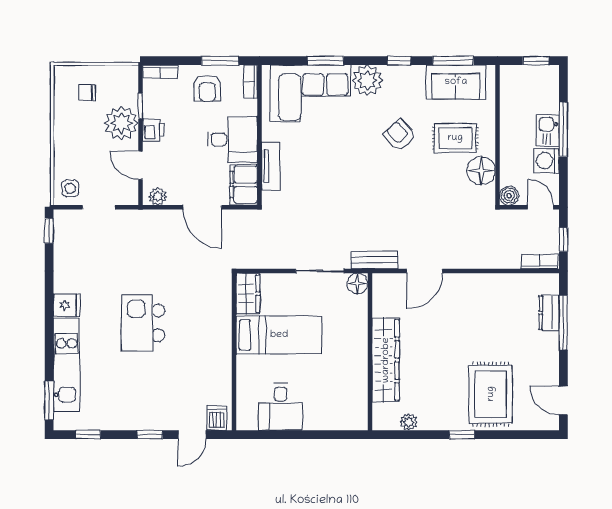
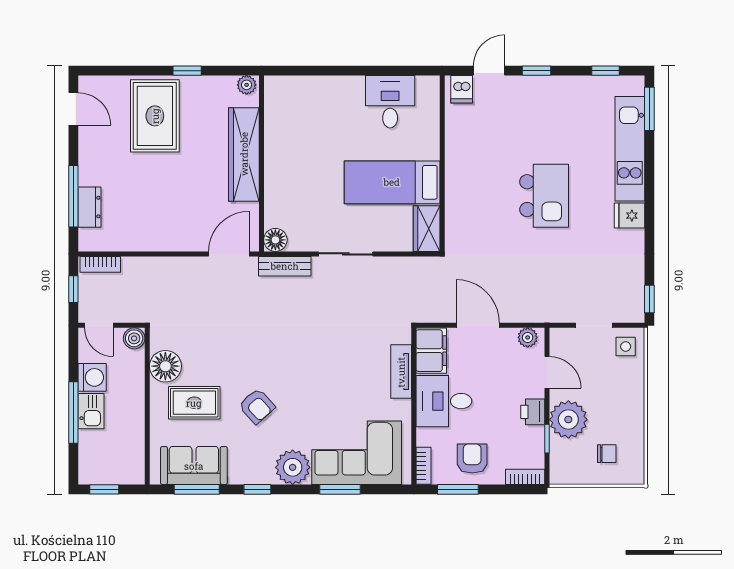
floor lamp: (357, 284) -> (275, 240), moved
wall: (370, 352) -> (261, 163), moved
wardrobe: (386, 360) -> (244, 154), moved

